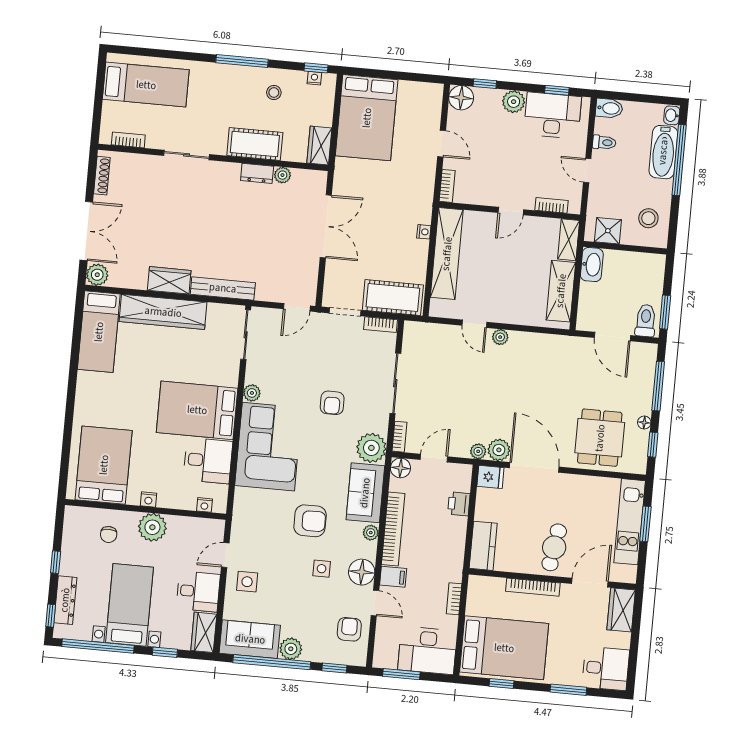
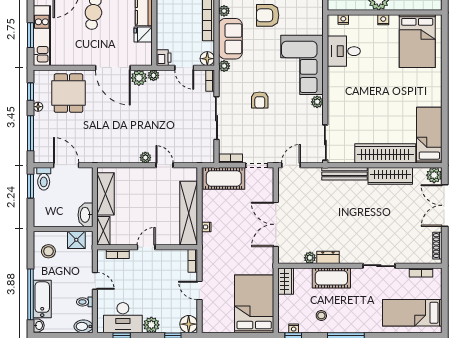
wardrobe: (169, 280) -> (390, 176), width x1.50
armchair: (332, 403) -> (260, 100), turned 180
bed: (197, 410) -> (355, 86), removed
plant: (371, 448) -> (224, 66), width x0.53, depth x0.53
door: (434, 458) -> (184, 68), hinge flipped
fridge: (490, 477) -> (143, 35), moved
printer: (459, 504) -> (164, 58), moved

